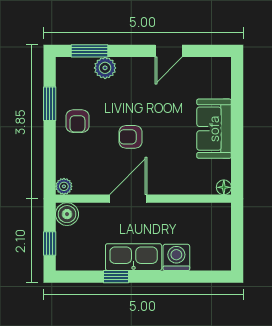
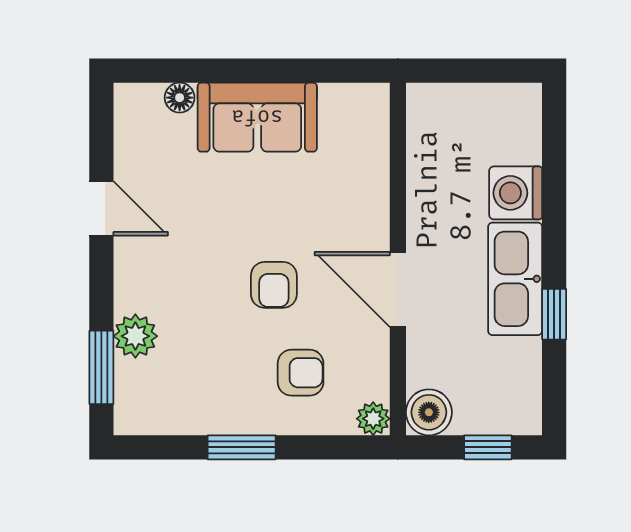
window: (50, 104) -> (242, 447), moved
armchair: (77, 121) -> (301, 373), moved
floor lamp: (224, 187) -> (180, 98), moved

